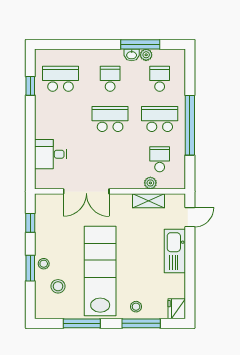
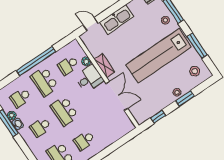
school desk: (61, 119) -> (84, 140), added
desk: (51, 154) -> (89, 78), moved, turned -90
shelving: (149, 201) -> (104, 66), moved
stool: (58, 286) -> (195, 71), moved

